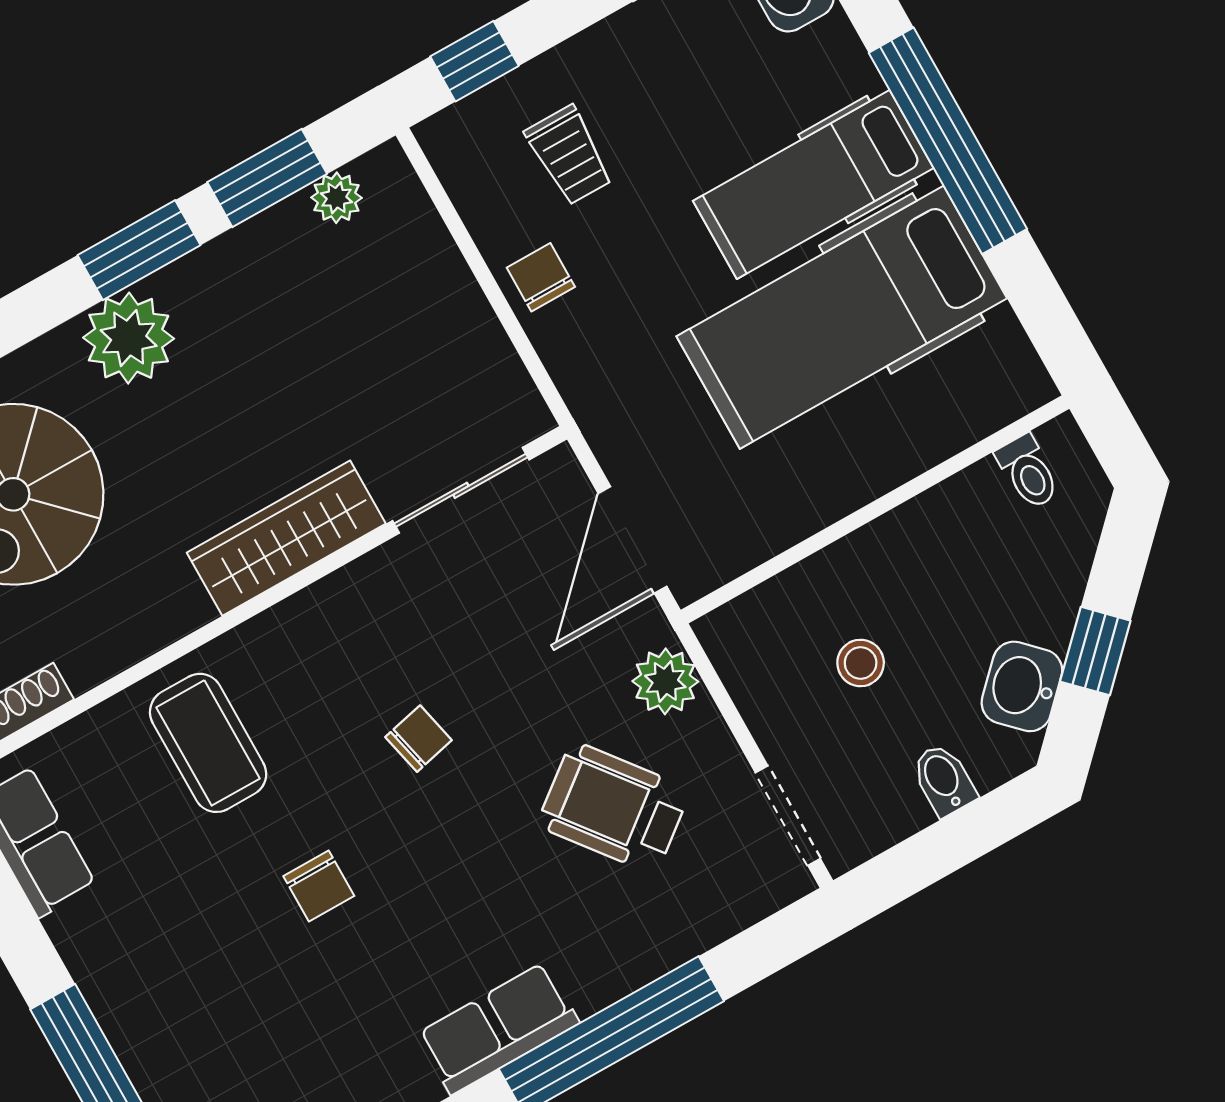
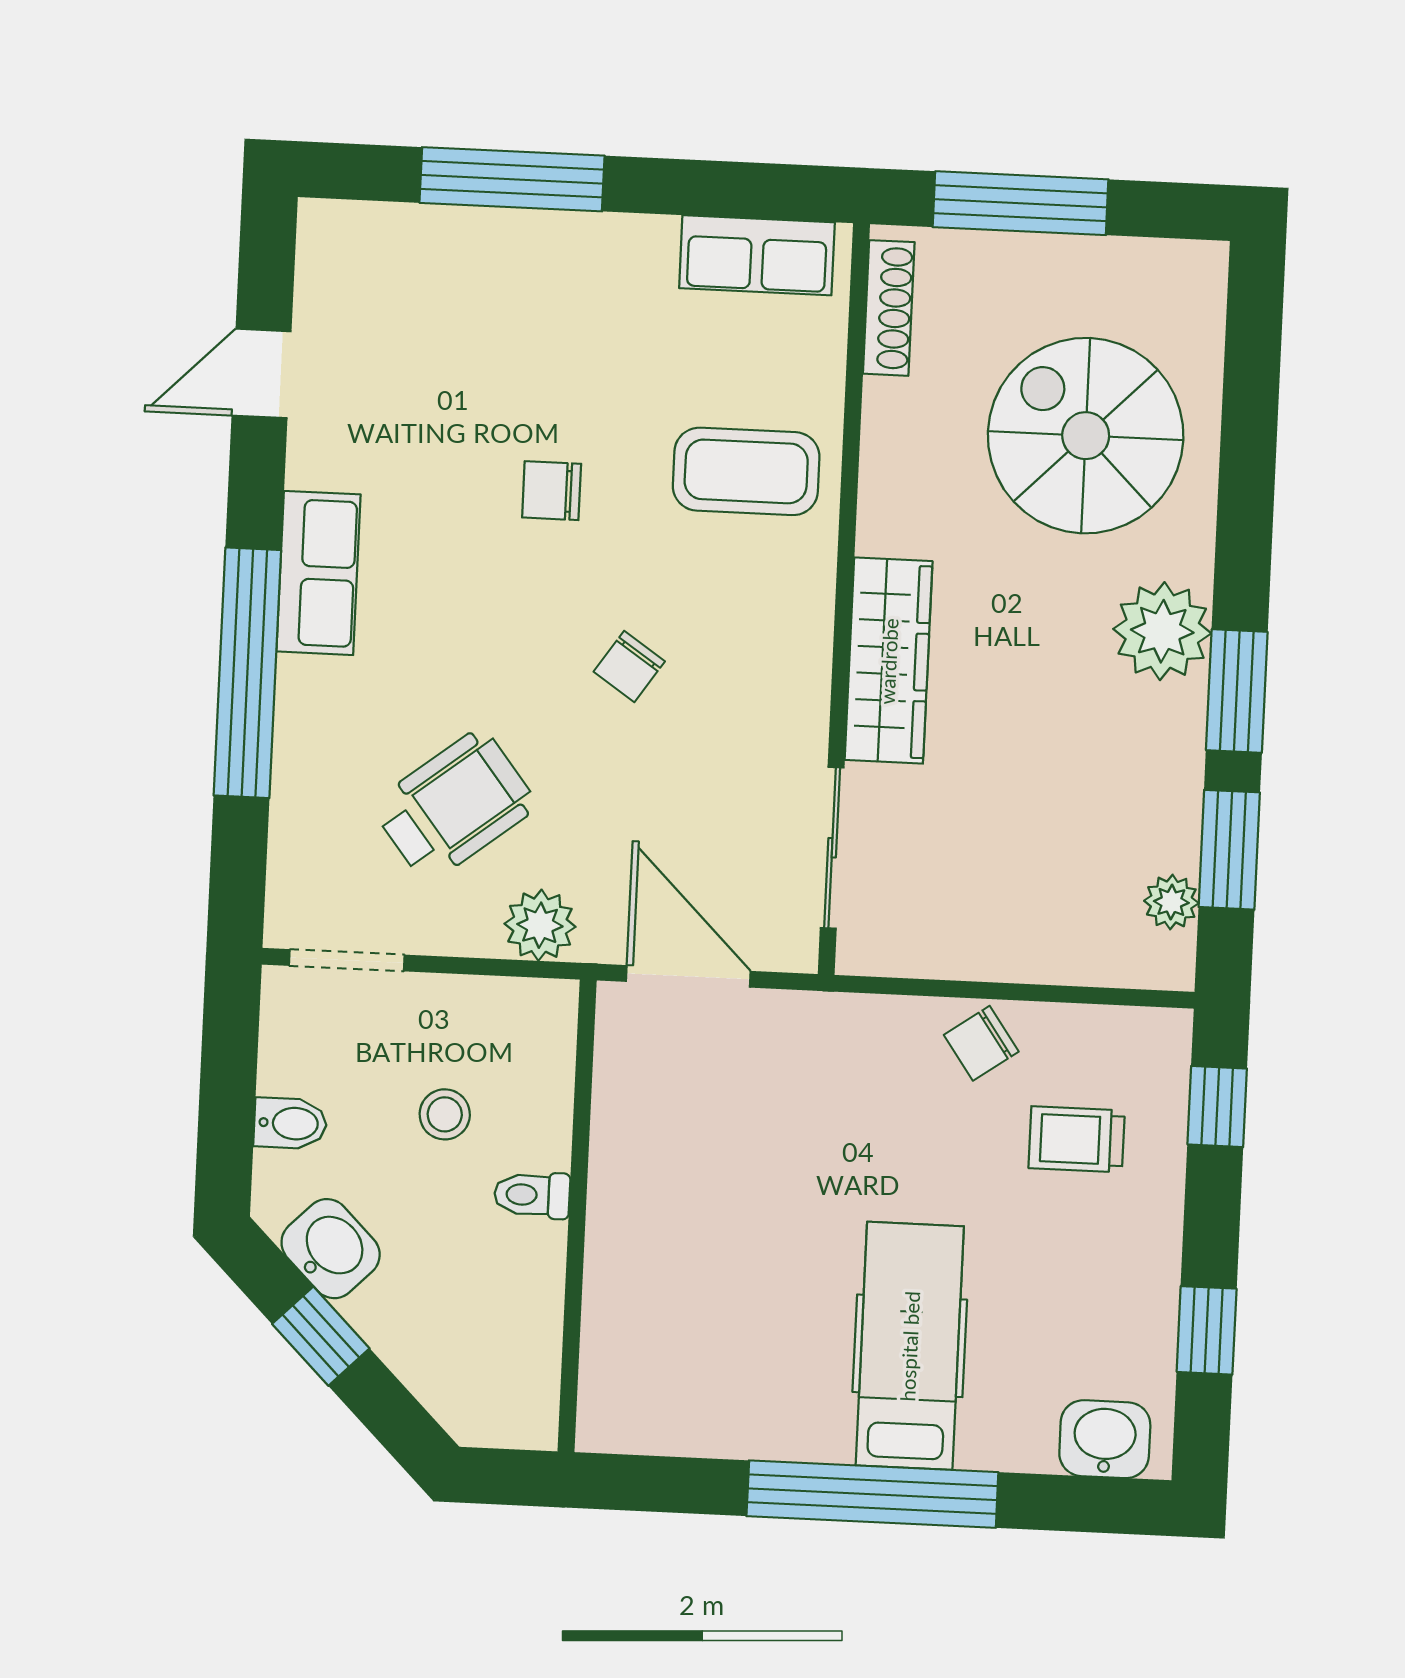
chair: (541, 277) -> (981, 1043), turned 145
hospital bed: (842, 317) -> (772, 1296), removed
toilet: (1028, 472) -> (532, 1195), moved
chair: (419, 739) -> (629, 667), turned 47

